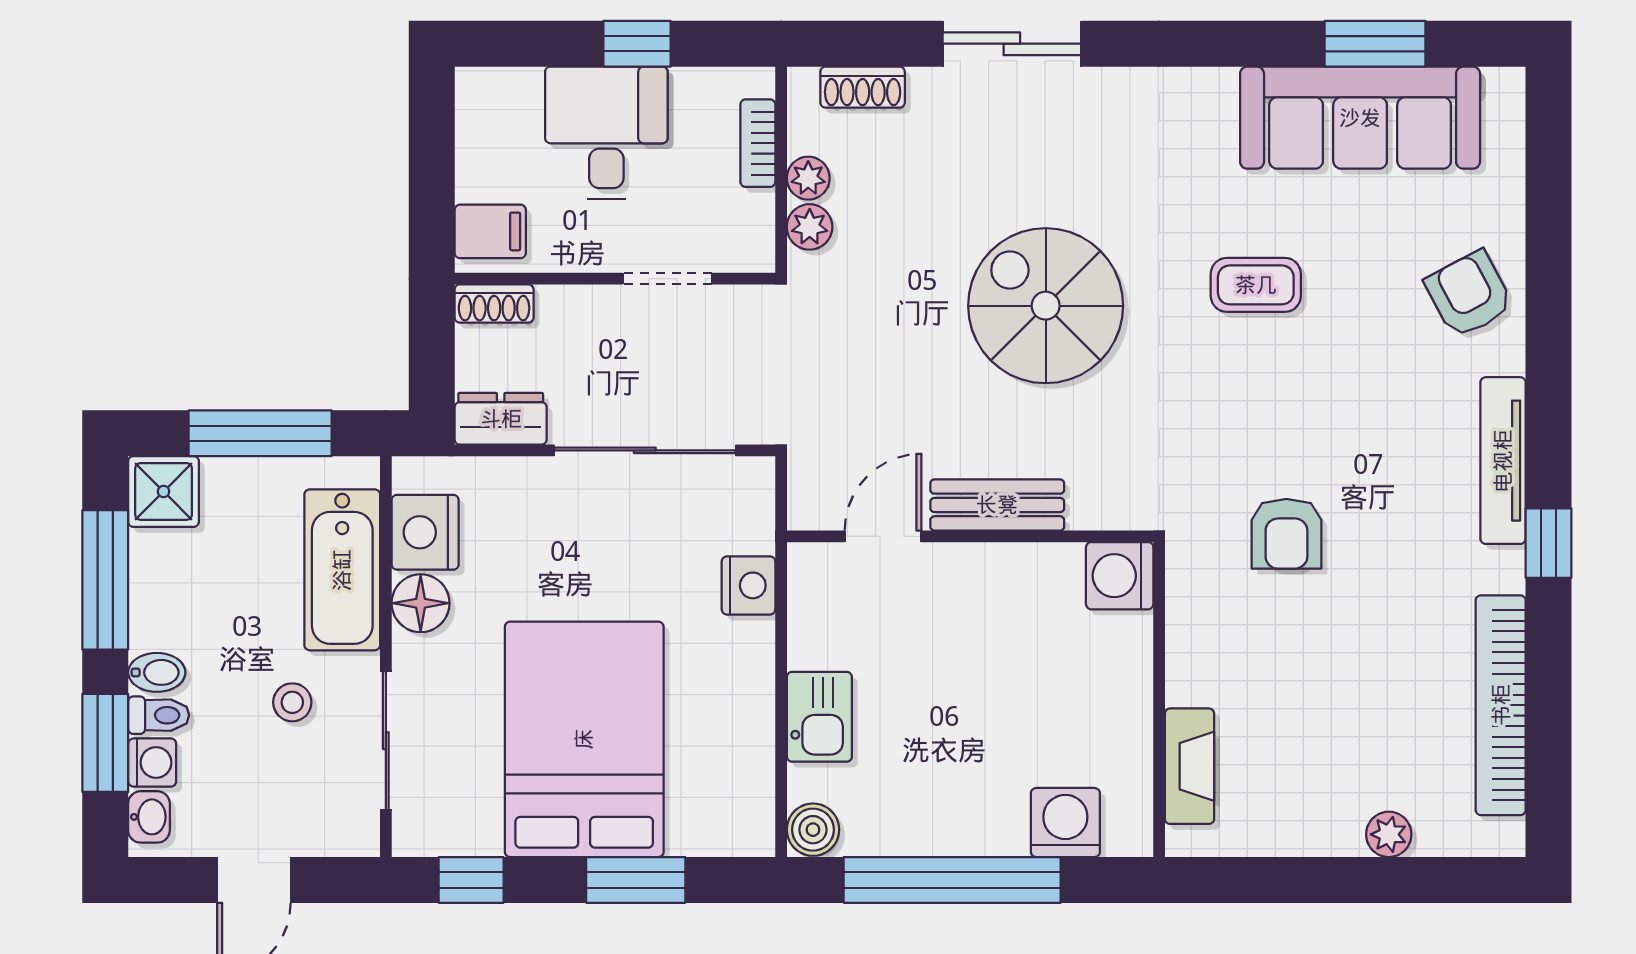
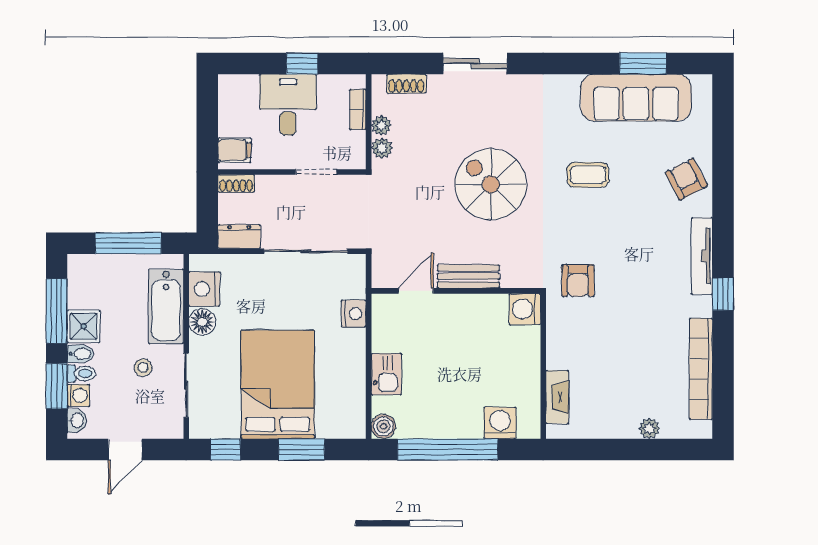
shower: (164, 491) -> (84, 326), moved
armchair: (1286, 534) -> (578, 281), moved

